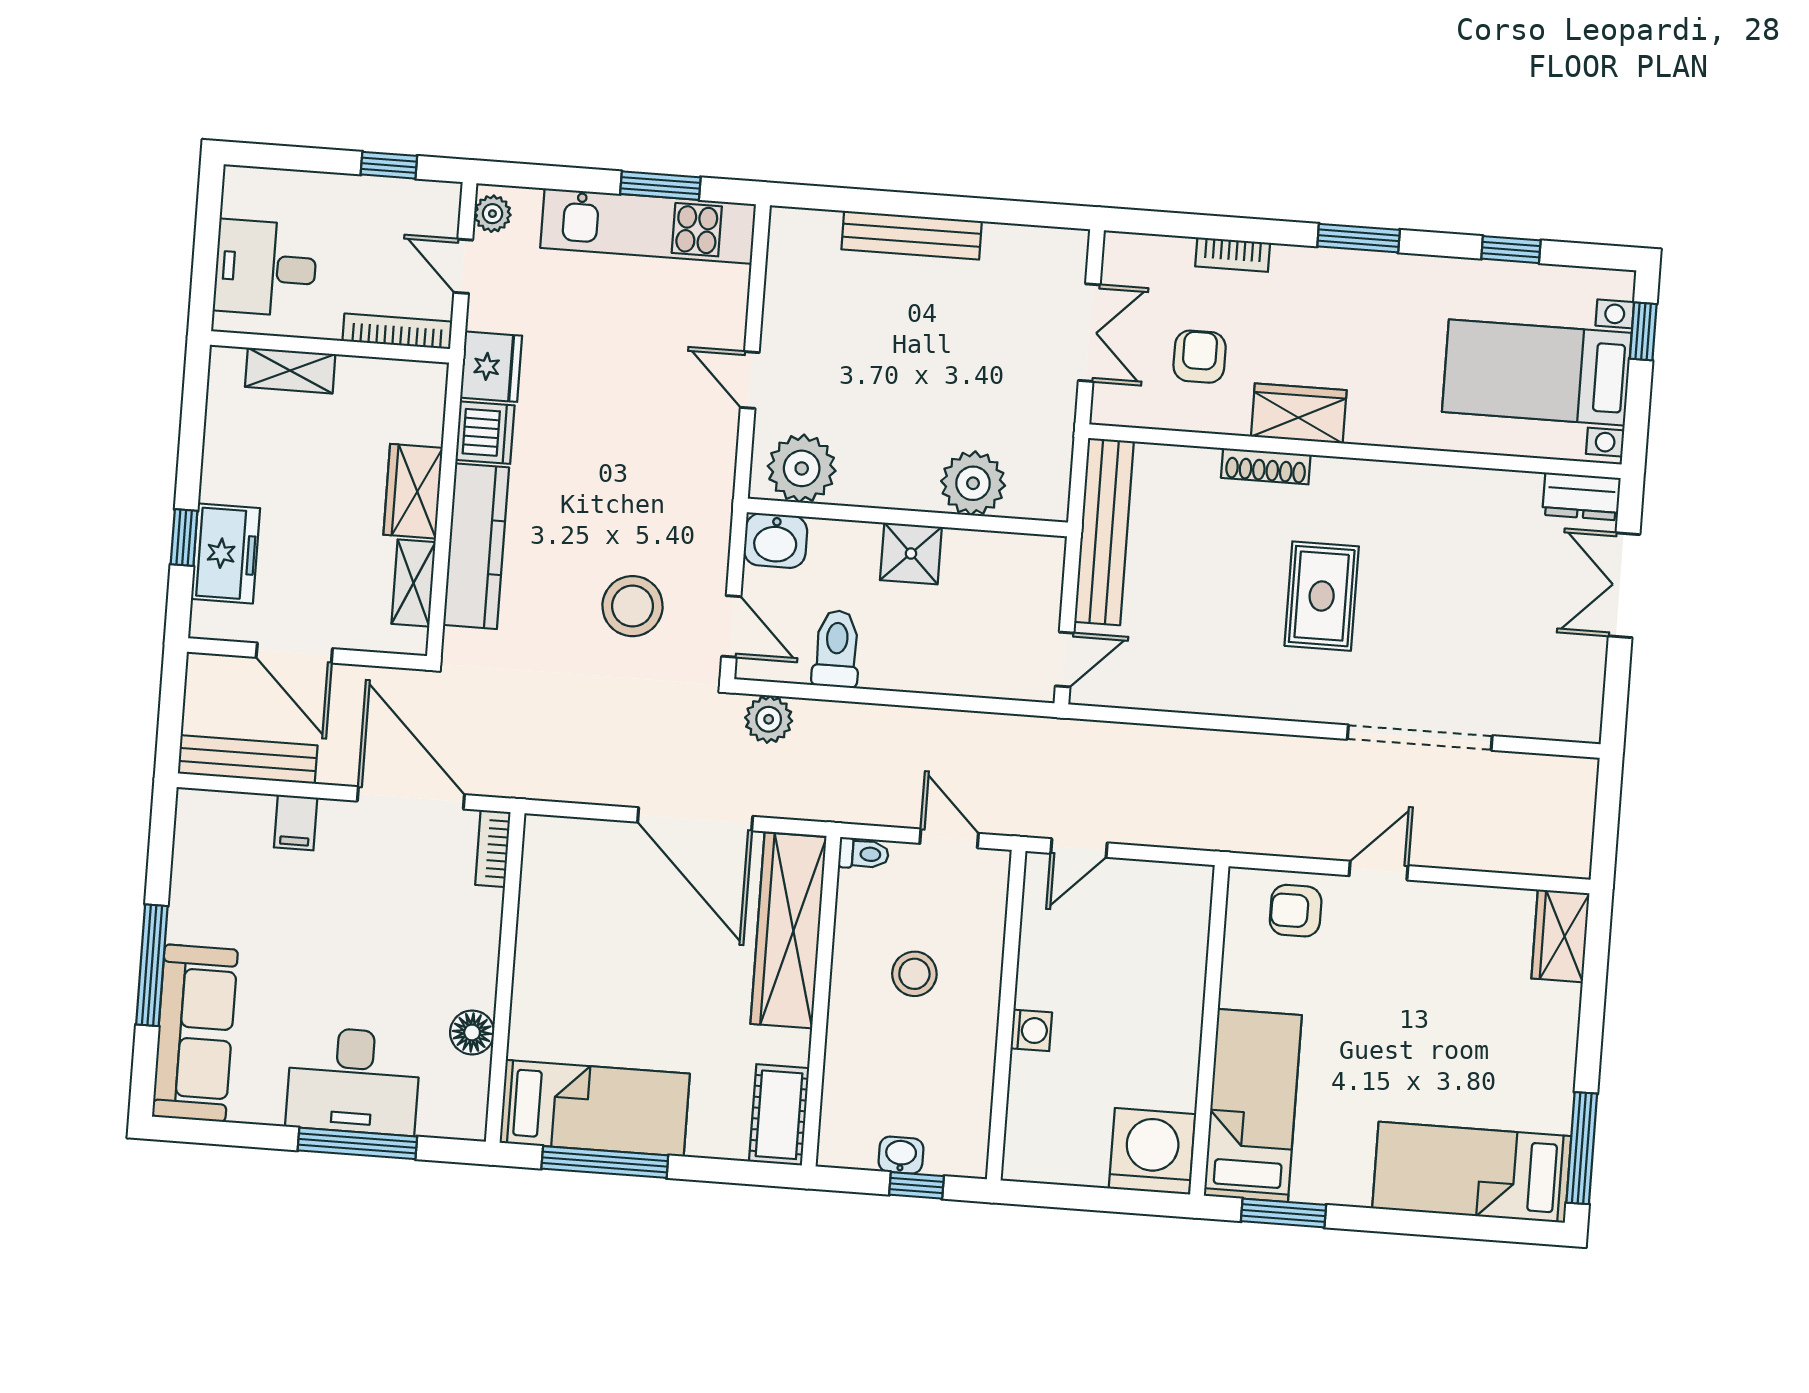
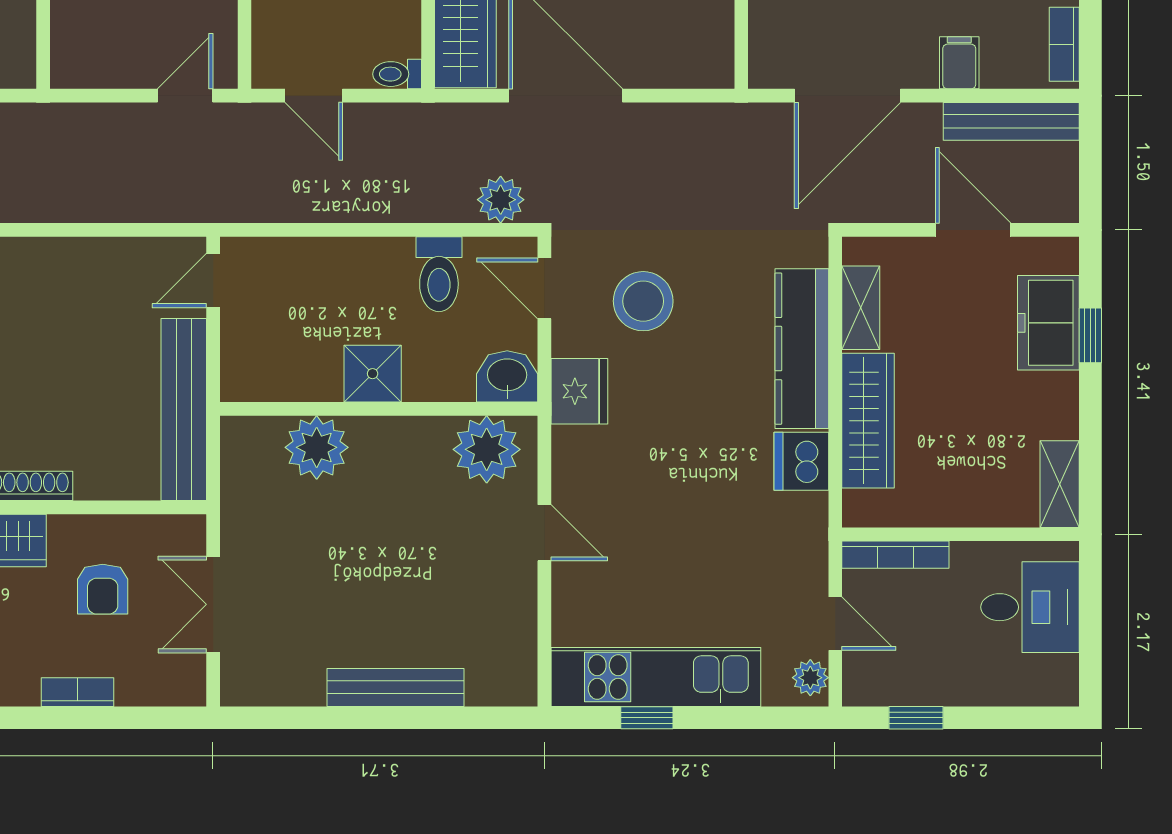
window: (660, 186) -> (647, 718), width x0.67
fridge: (491, 367) -> (579, 391), moved, turned 180
shelving: (290, 371) -> (1060, 484), moved, turned 90
wardrobe: (413, 491) -> (868, 421), width x1.50
door: (411, 798) -> (847, 96), hinge flipped
bookcase: (493, 849) -> (1064, 44), moved, turned 180

